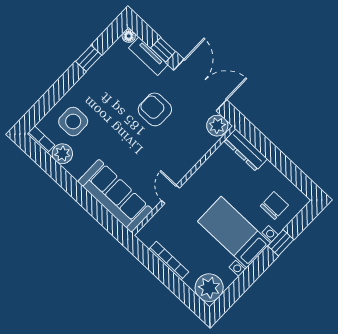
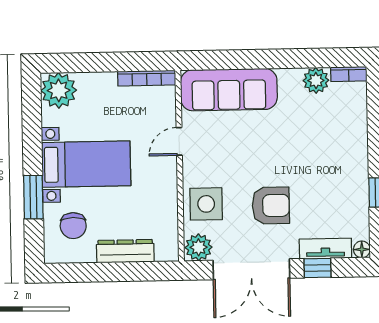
side table: (73, 121) -> (206, 204), moved
dresser: (246, 150) -> (125, 251), moved
door: (170, 194) -> (179, 141), swing flipped
window: (281, 243) -> (33, 197), width x1.50
bookcase: (169, 261) -> (147, 78), moved

